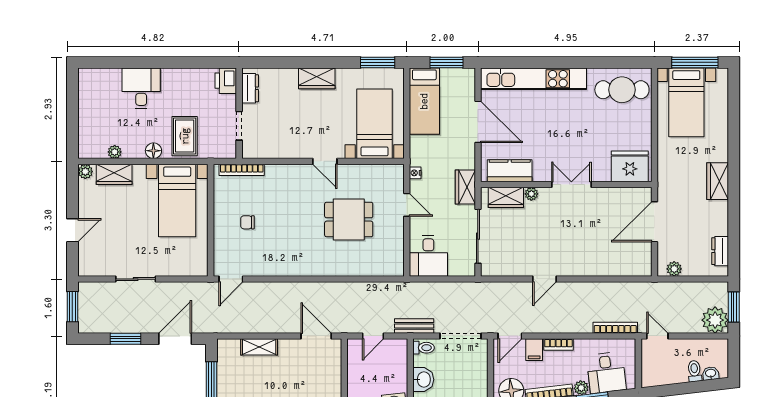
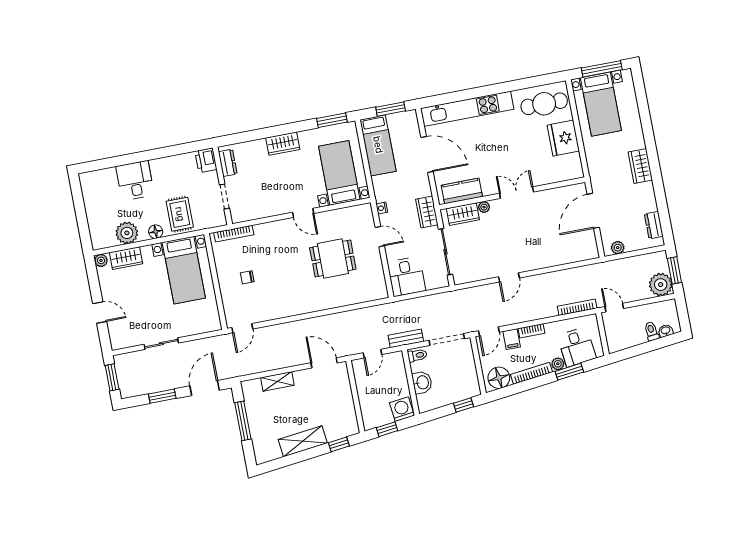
plant: (115, 152) -> (127, 233), width x1.87, depth x1.87
fridge: (630, 166) -> (563, 138), moved, turned -90
door: (72, 230) -> (100, 312), hinge flipped

